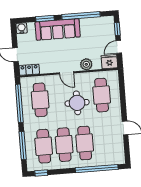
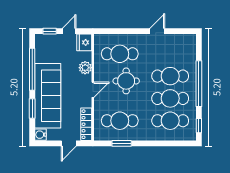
sofa: (58, 29) -> (48, 96), width x1.36, depth x1.27
door: (119, 47) -> (69, 31), swing flipped
locker: (29, 70) -> (86, 124), width x1.53
window: (19, 103) -> (122, 143), width x0.47
window: (23, 146) -> (168, 143), removed
window: (97, 169) -> (199, 84), moved

